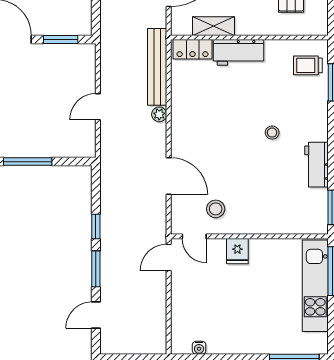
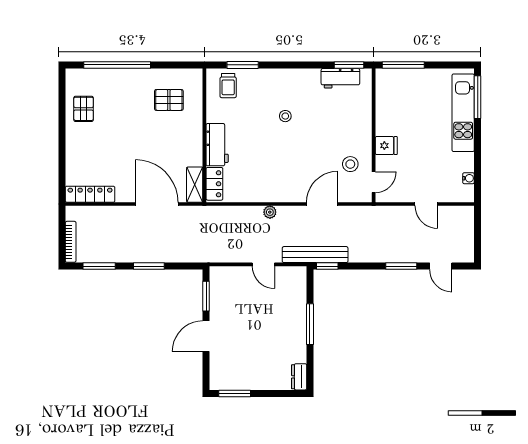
shelving: (214, 26) -> (195, 185), moved
bench: (157, 67) -> (315, 255), moved
workbench: (317, 165) -> (340, 78), moved
window: (96, 226) -> (327, 266), moved
door: (169, 257) -> (426, 204), moved
kitchen unit: (315, 286) -> (463, 113), moved, turned 90

